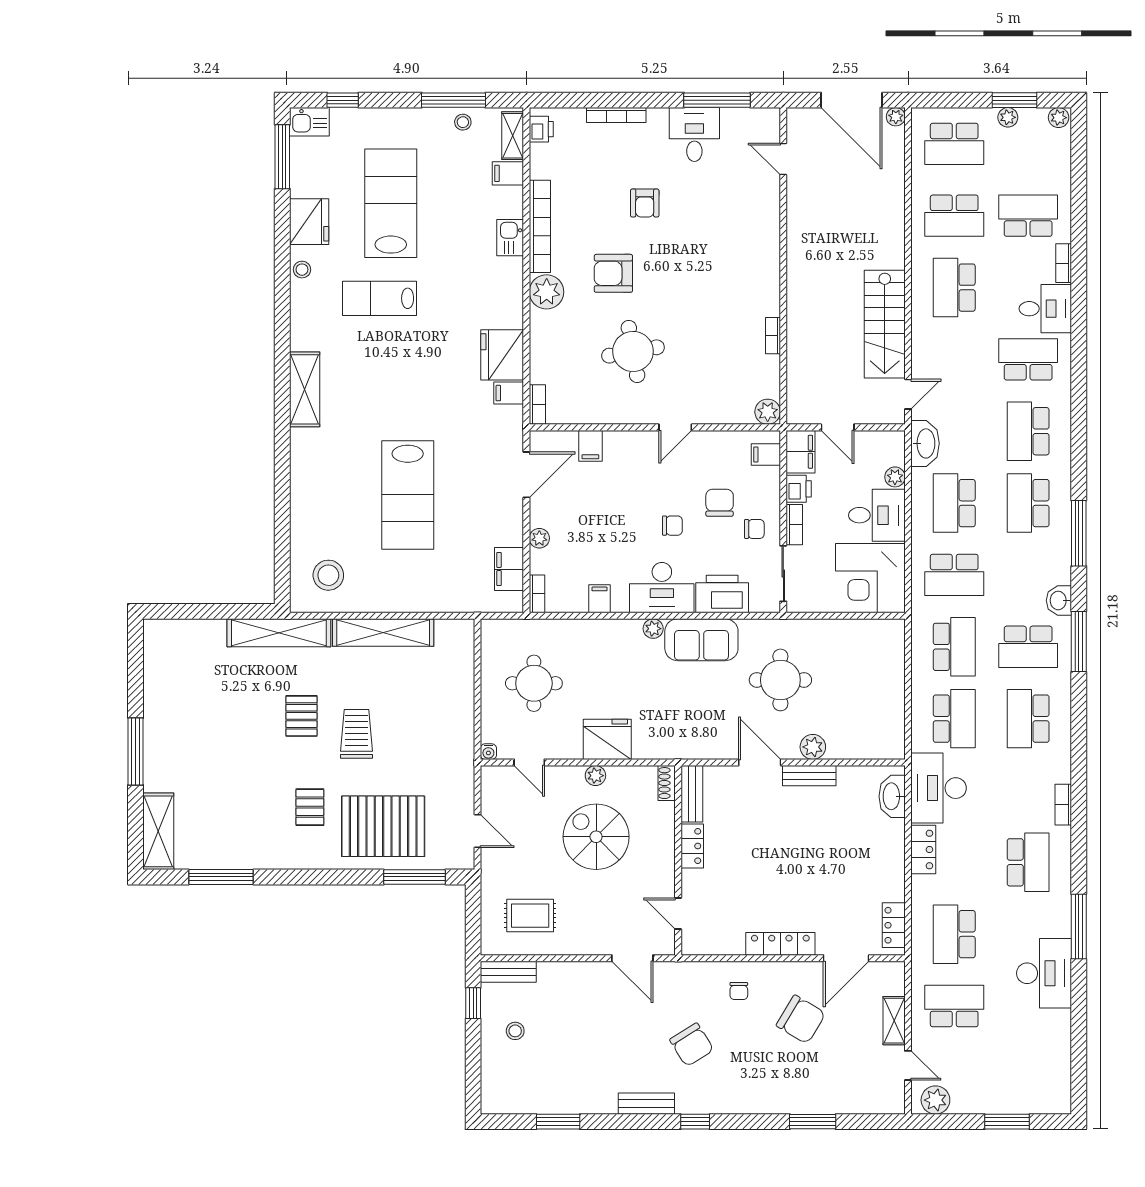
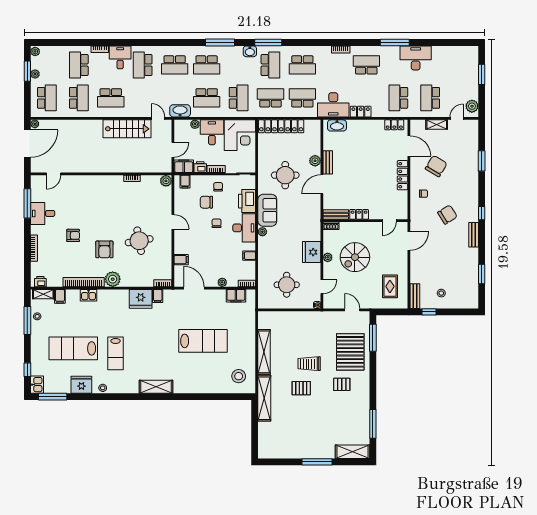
locker: (890, 671) -> (281, 126), added
door: (478, 831) -> (352, 310), hinge flipped
school desk: (954, 934) -> (398, 98), turned 90

